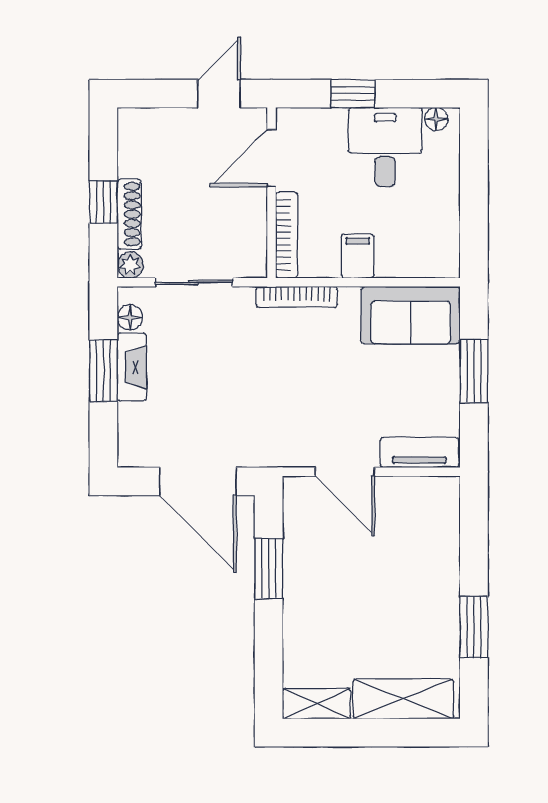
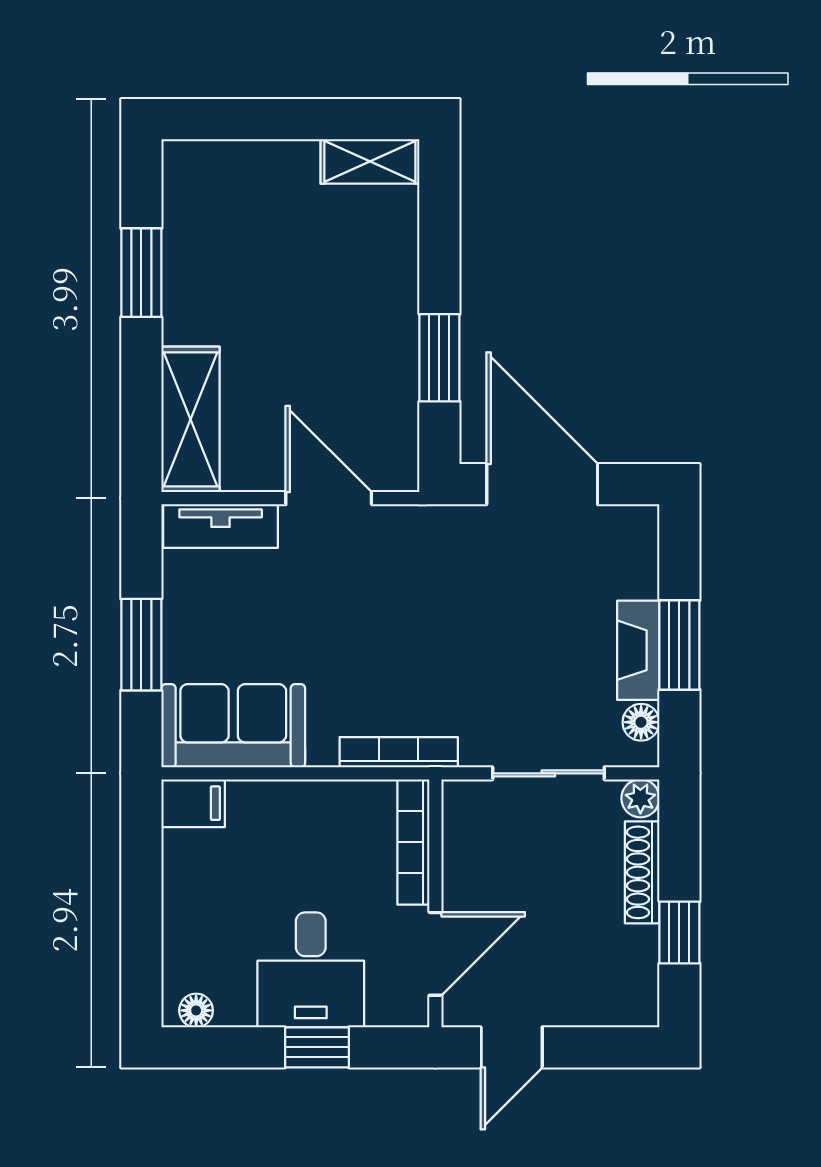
desk: (385, 147) -> (311, 970), moved
window: (103, 202) -> (679, 932), moved
filing cabinet: (358, 256) -> (193, 803), moved, turned -90
shelving: (403, 699) -> (190, 419), moved, turned 90

